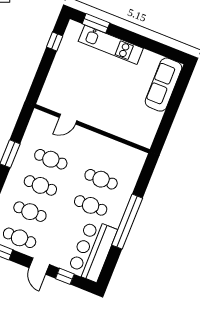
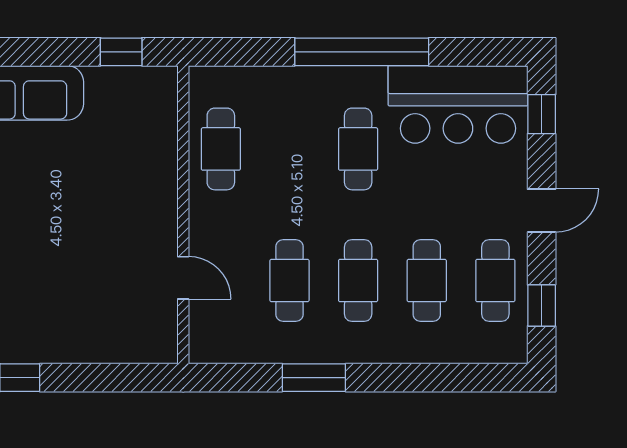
window: (164, 130) -> (121, 52), added
cafe table: (101, 179) -> (221, 149), moved
window: (65, 276) -> (542, 114), moved

